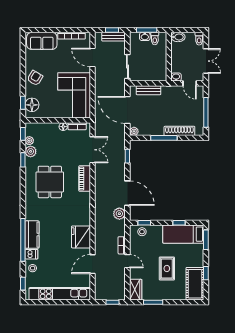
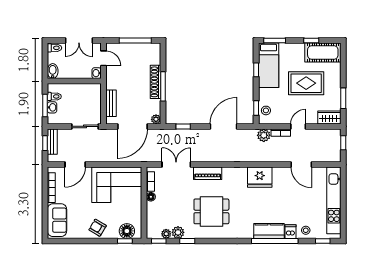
double door: (206, 61) -> (79, 41), swing flipped
door: (190, 83) -> (103, 58), hinge flipped
shoe rack: (179, 131) -> (156, 82), moved
plant: (119, 214) -> (264, 135), moved
fridge: (81, 237) -> (260, 177), moved
rug: (167, 268) -> (306, 83), width x1.36, depth x1.43

